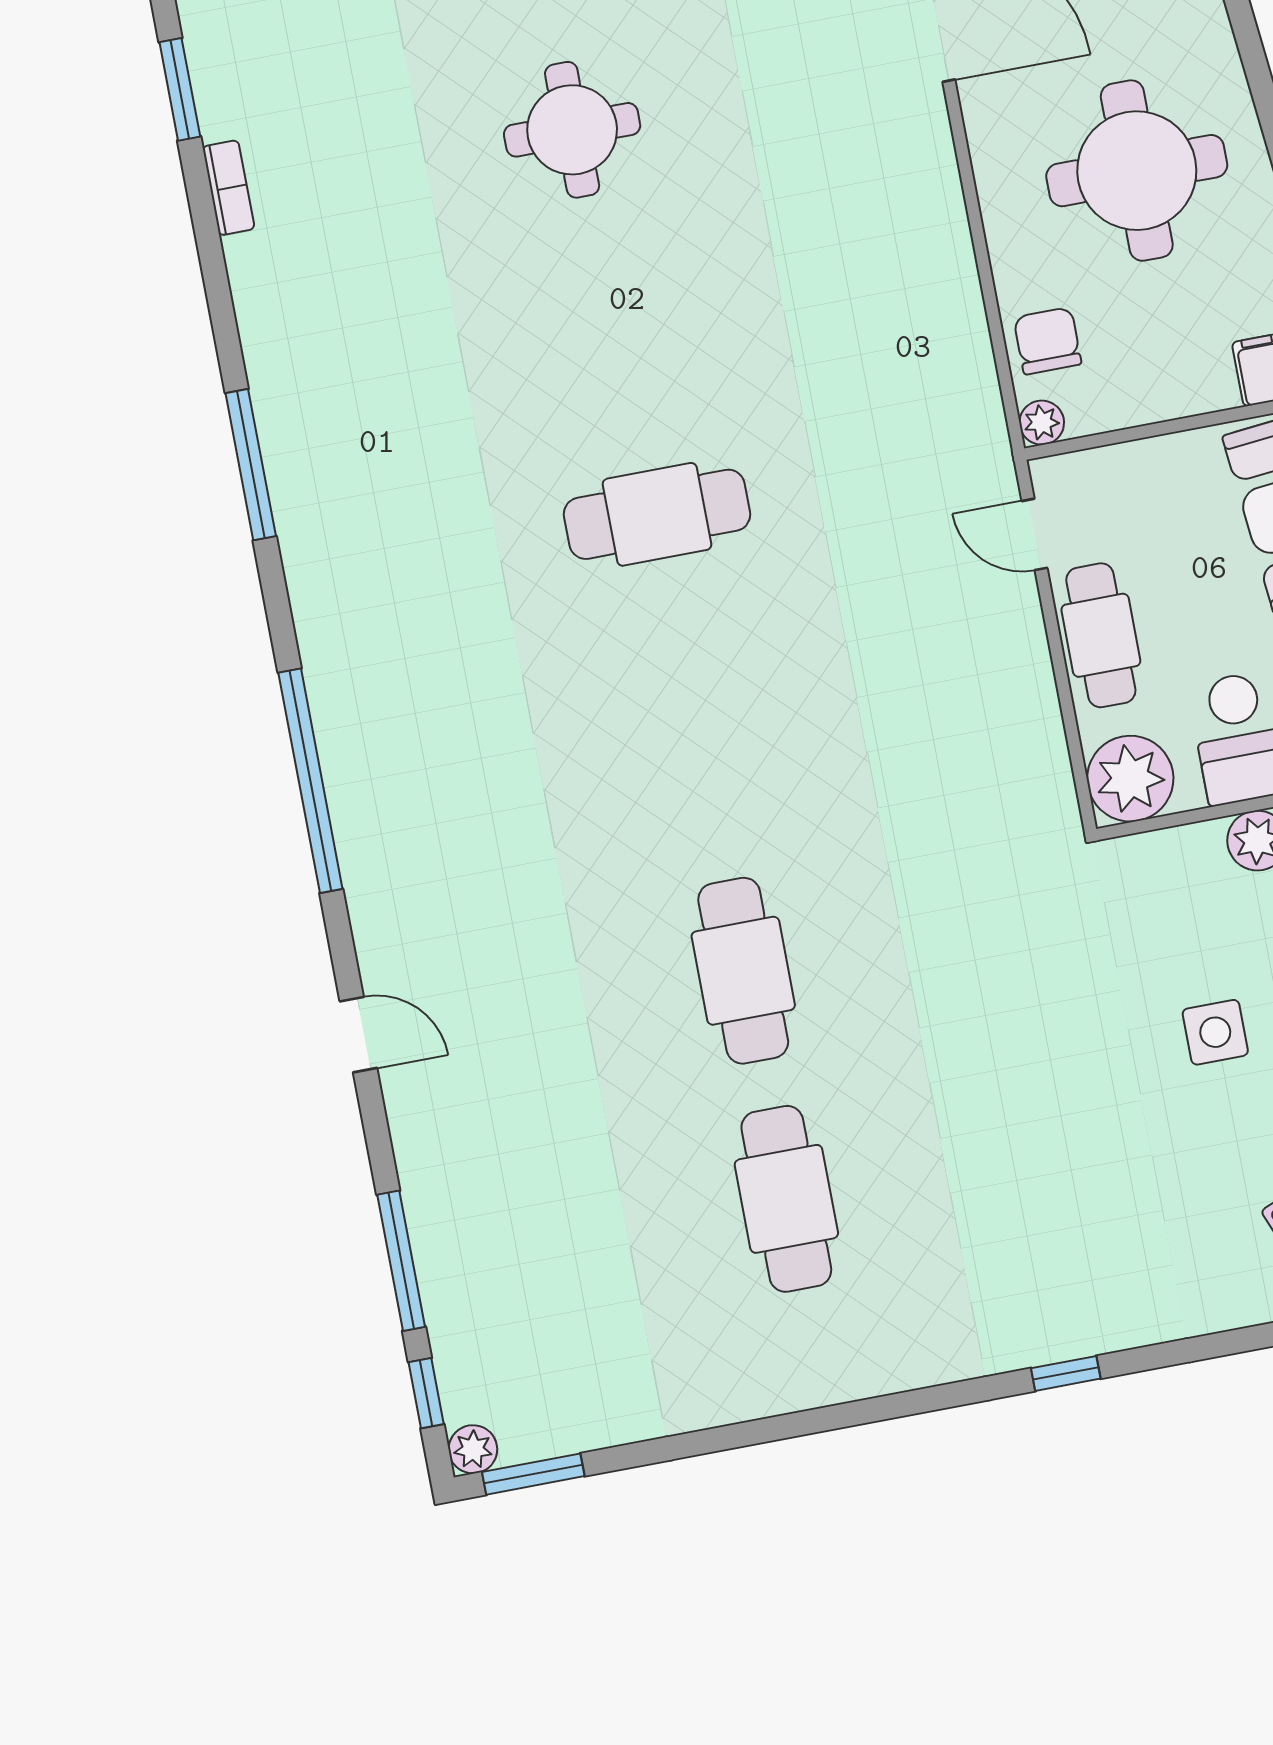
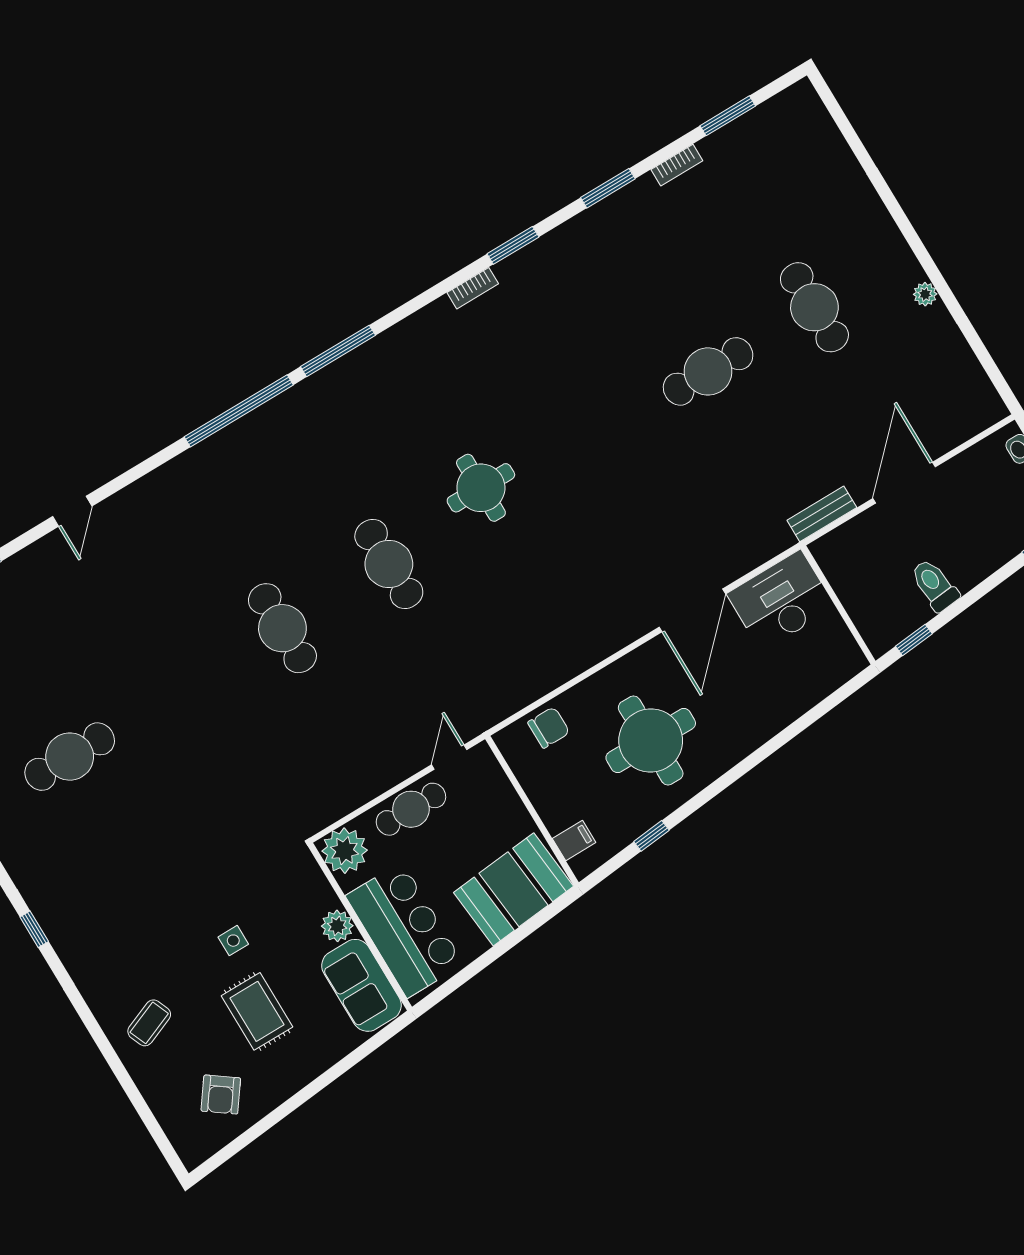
round table: (572, 130) -> (481, 488), moved
plant: (1042, 423) -> (507, 740), removed
window: (310, 781) -> (239, 411), moved
cafe table: (743, 971) -> (282, 628), moved, turned 90
side table: (1215, 1032) -> (233, 941), width x0.73, depth x0.73

